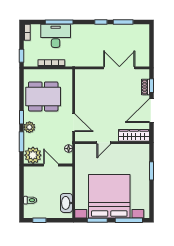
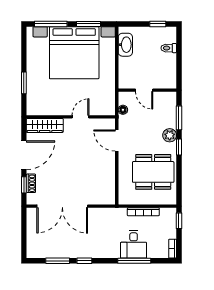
desk: (56, 36) -> (134, 244), width x0.73
double door: (119, 68) -> (62, 206), width x1.36
plant: (33, 155) -> (165, 102), removed

